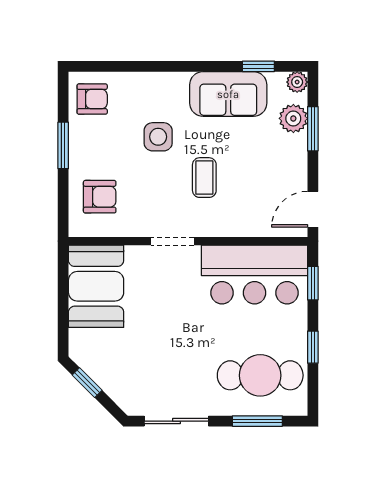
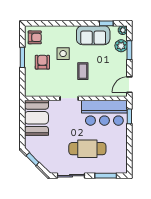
armchair: (100, 197) -> (42, 62), moved, turned -90
window: (313, 347) -> (129, 144), removed
cafe table: (260, 375) -> (87, 149), moved

